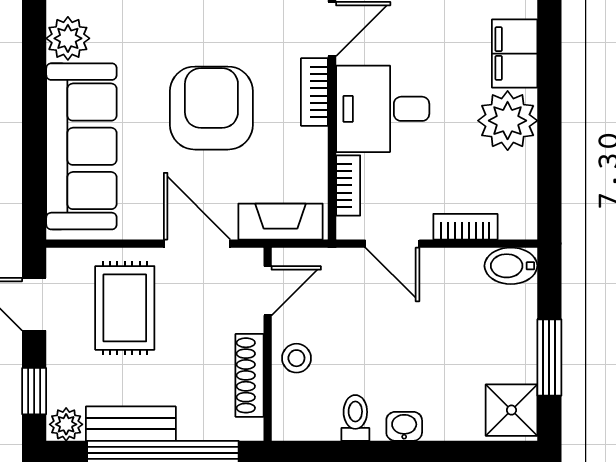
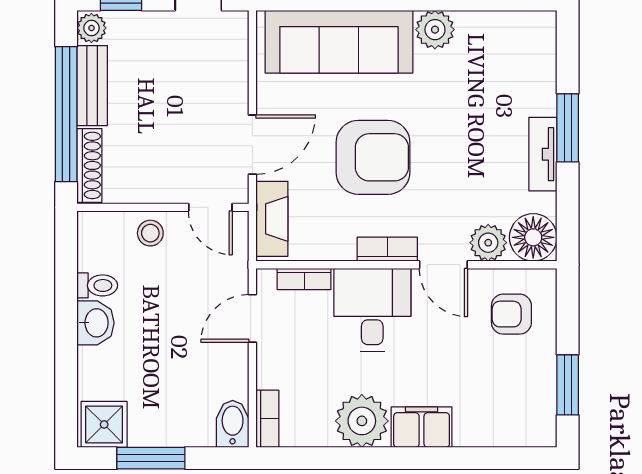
bookcase: (465, 227) -> (267, 419), moved
rug: (125, 308) -> (195, 80), removed
shoe rack: (249, 375) -> (89, 165), moved, turned 90
washbasin: (404, 426) -> (95, 323), width x1.38, depth x1.45

